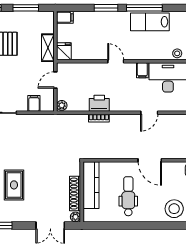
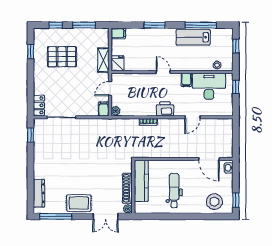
window: (144, 8) -> (201, 25), moved
filing cabinet: (34, 103) -> (104, 109), moved
printer: (99, 103) -> (165, 109), moved
door: (150, 160) -> (209, 159), moved
rug: (14, 185) -> (79, 203), moved, turned 90

